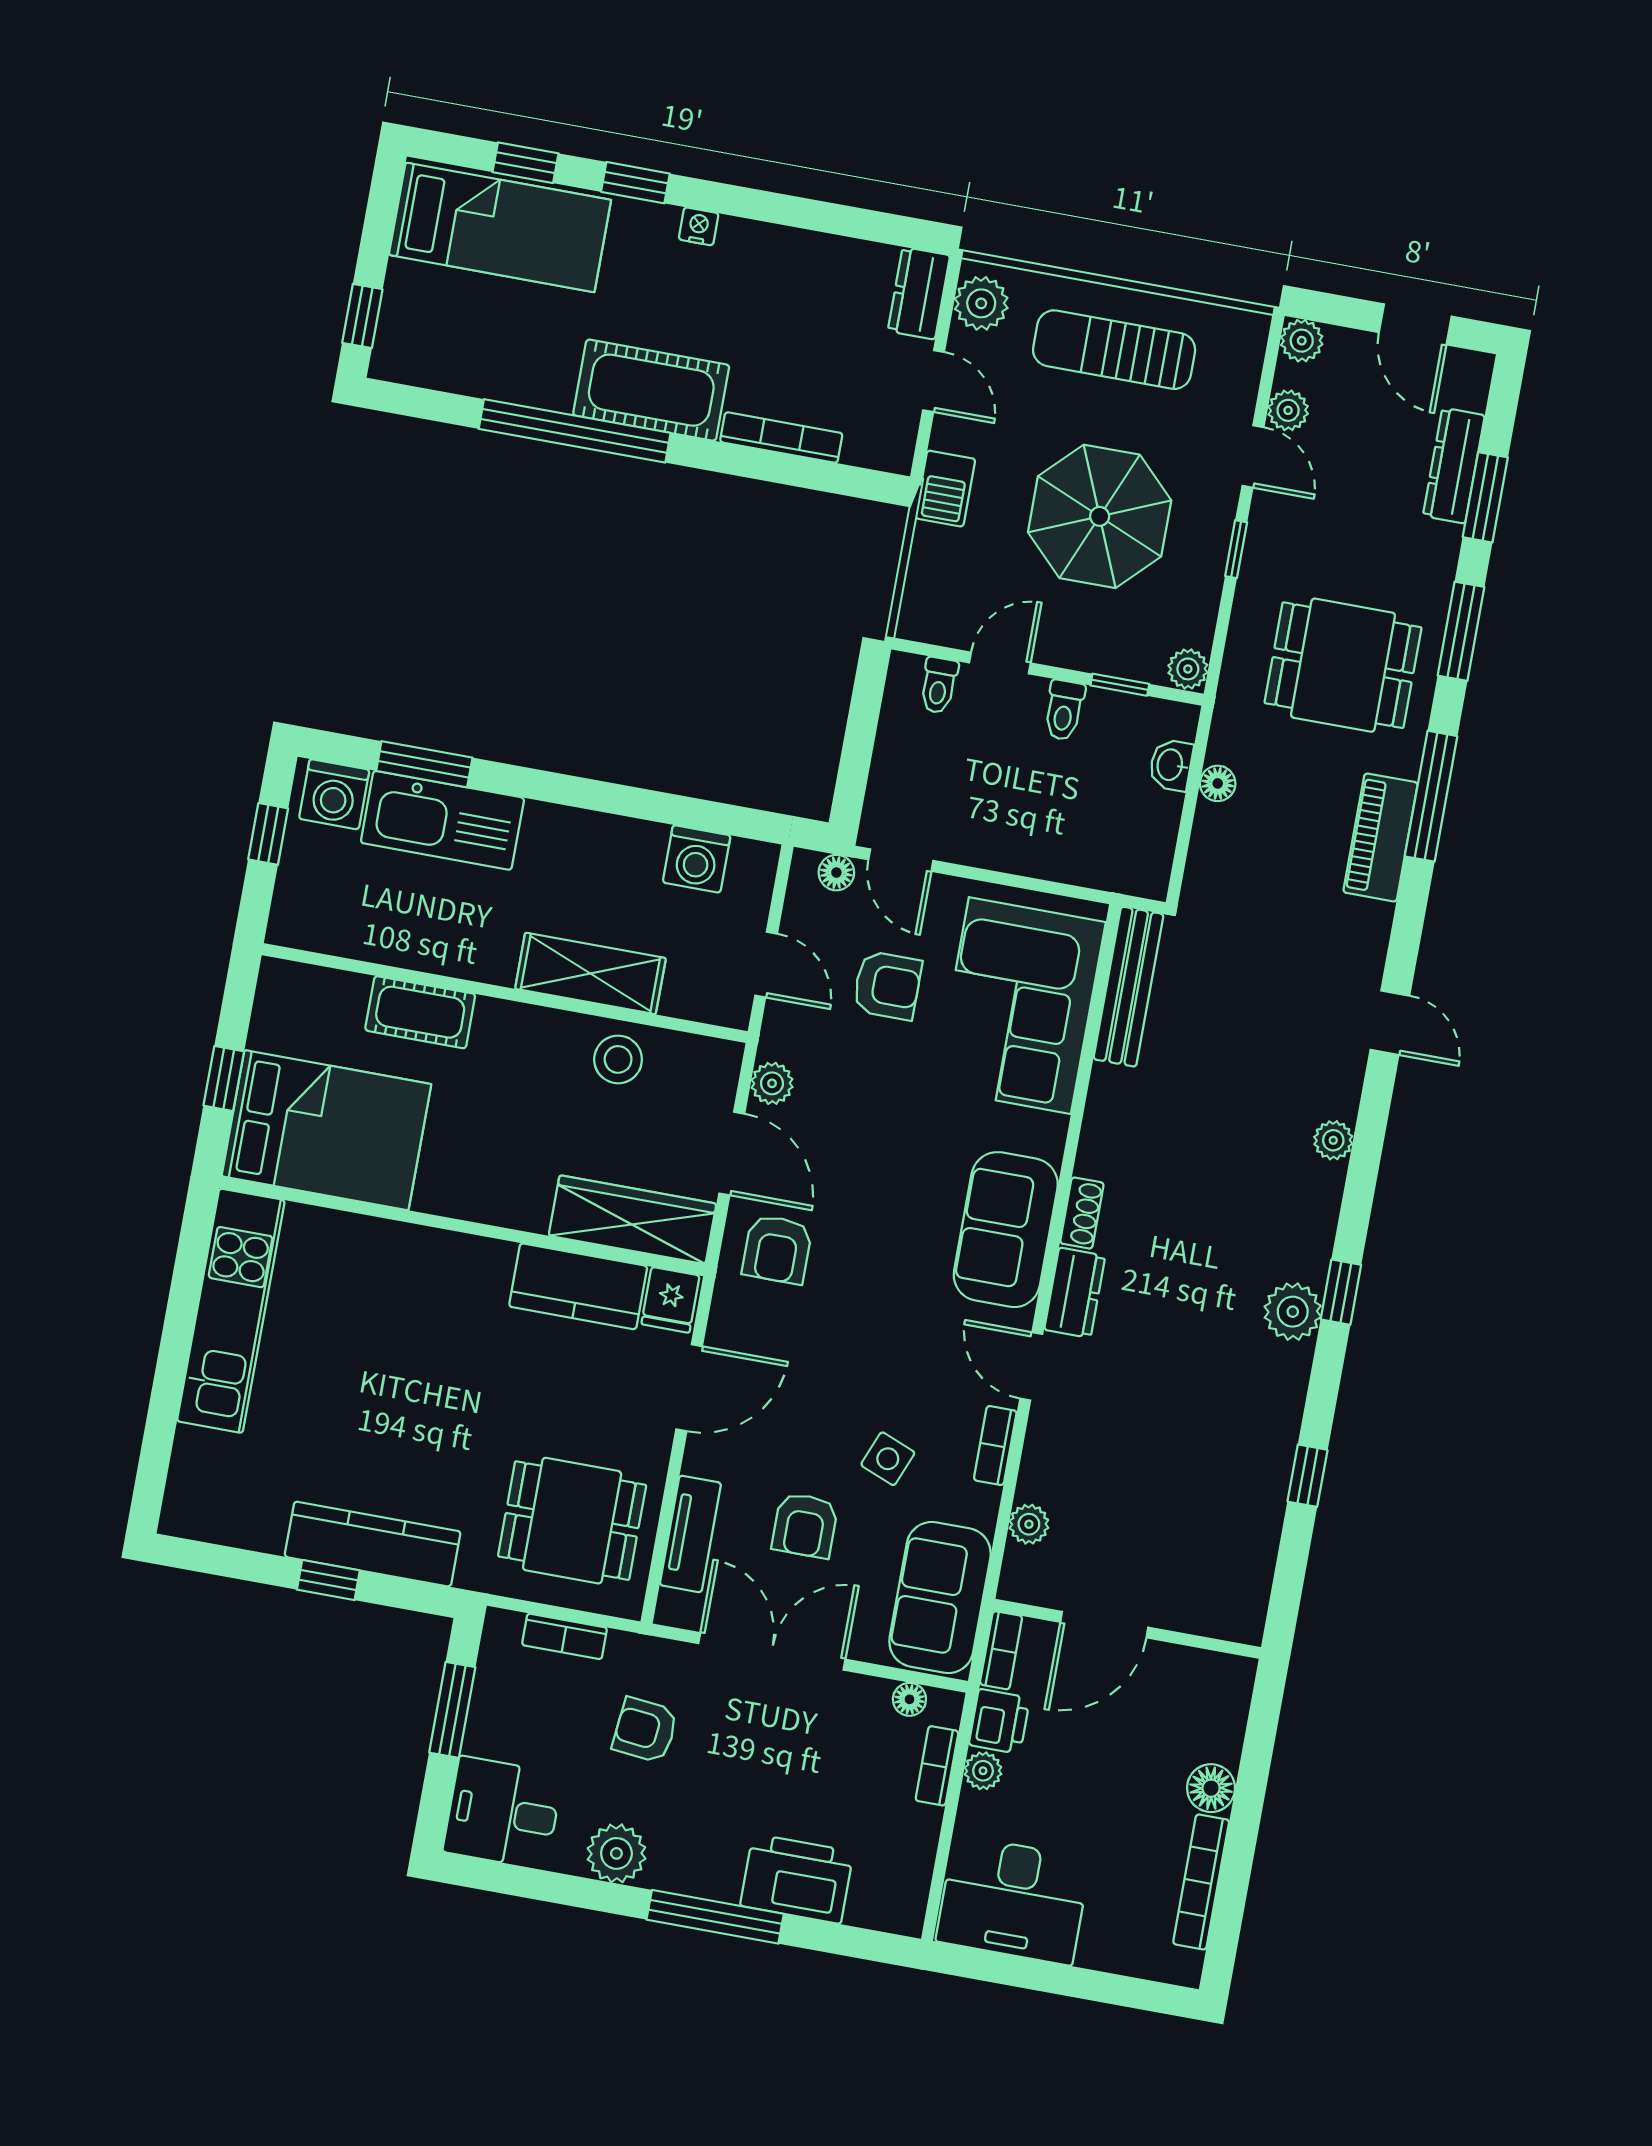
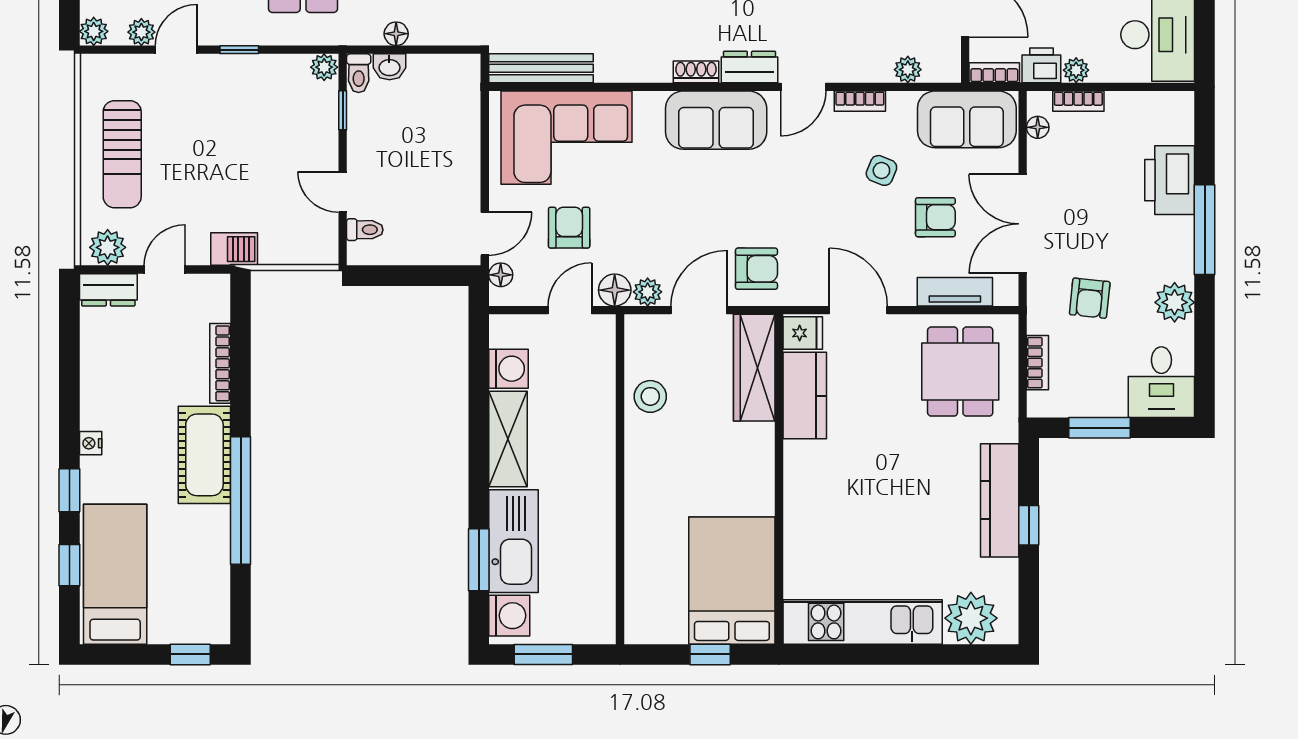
parasol: (1100, 516) -> (234, 144), removed
toilet: (1064, 710) -> (359, 73), moved, turned 90
window: (268, 834) -> (543, 654), width x1.50
shelving: (590, 973) -> (508, 439), moved
cot: (420, 1012) -> (643, 533), removed
floor lamp: (784, 1036) -> (615, 290), added
plant: (207, 1471) -> (971, 618), added

